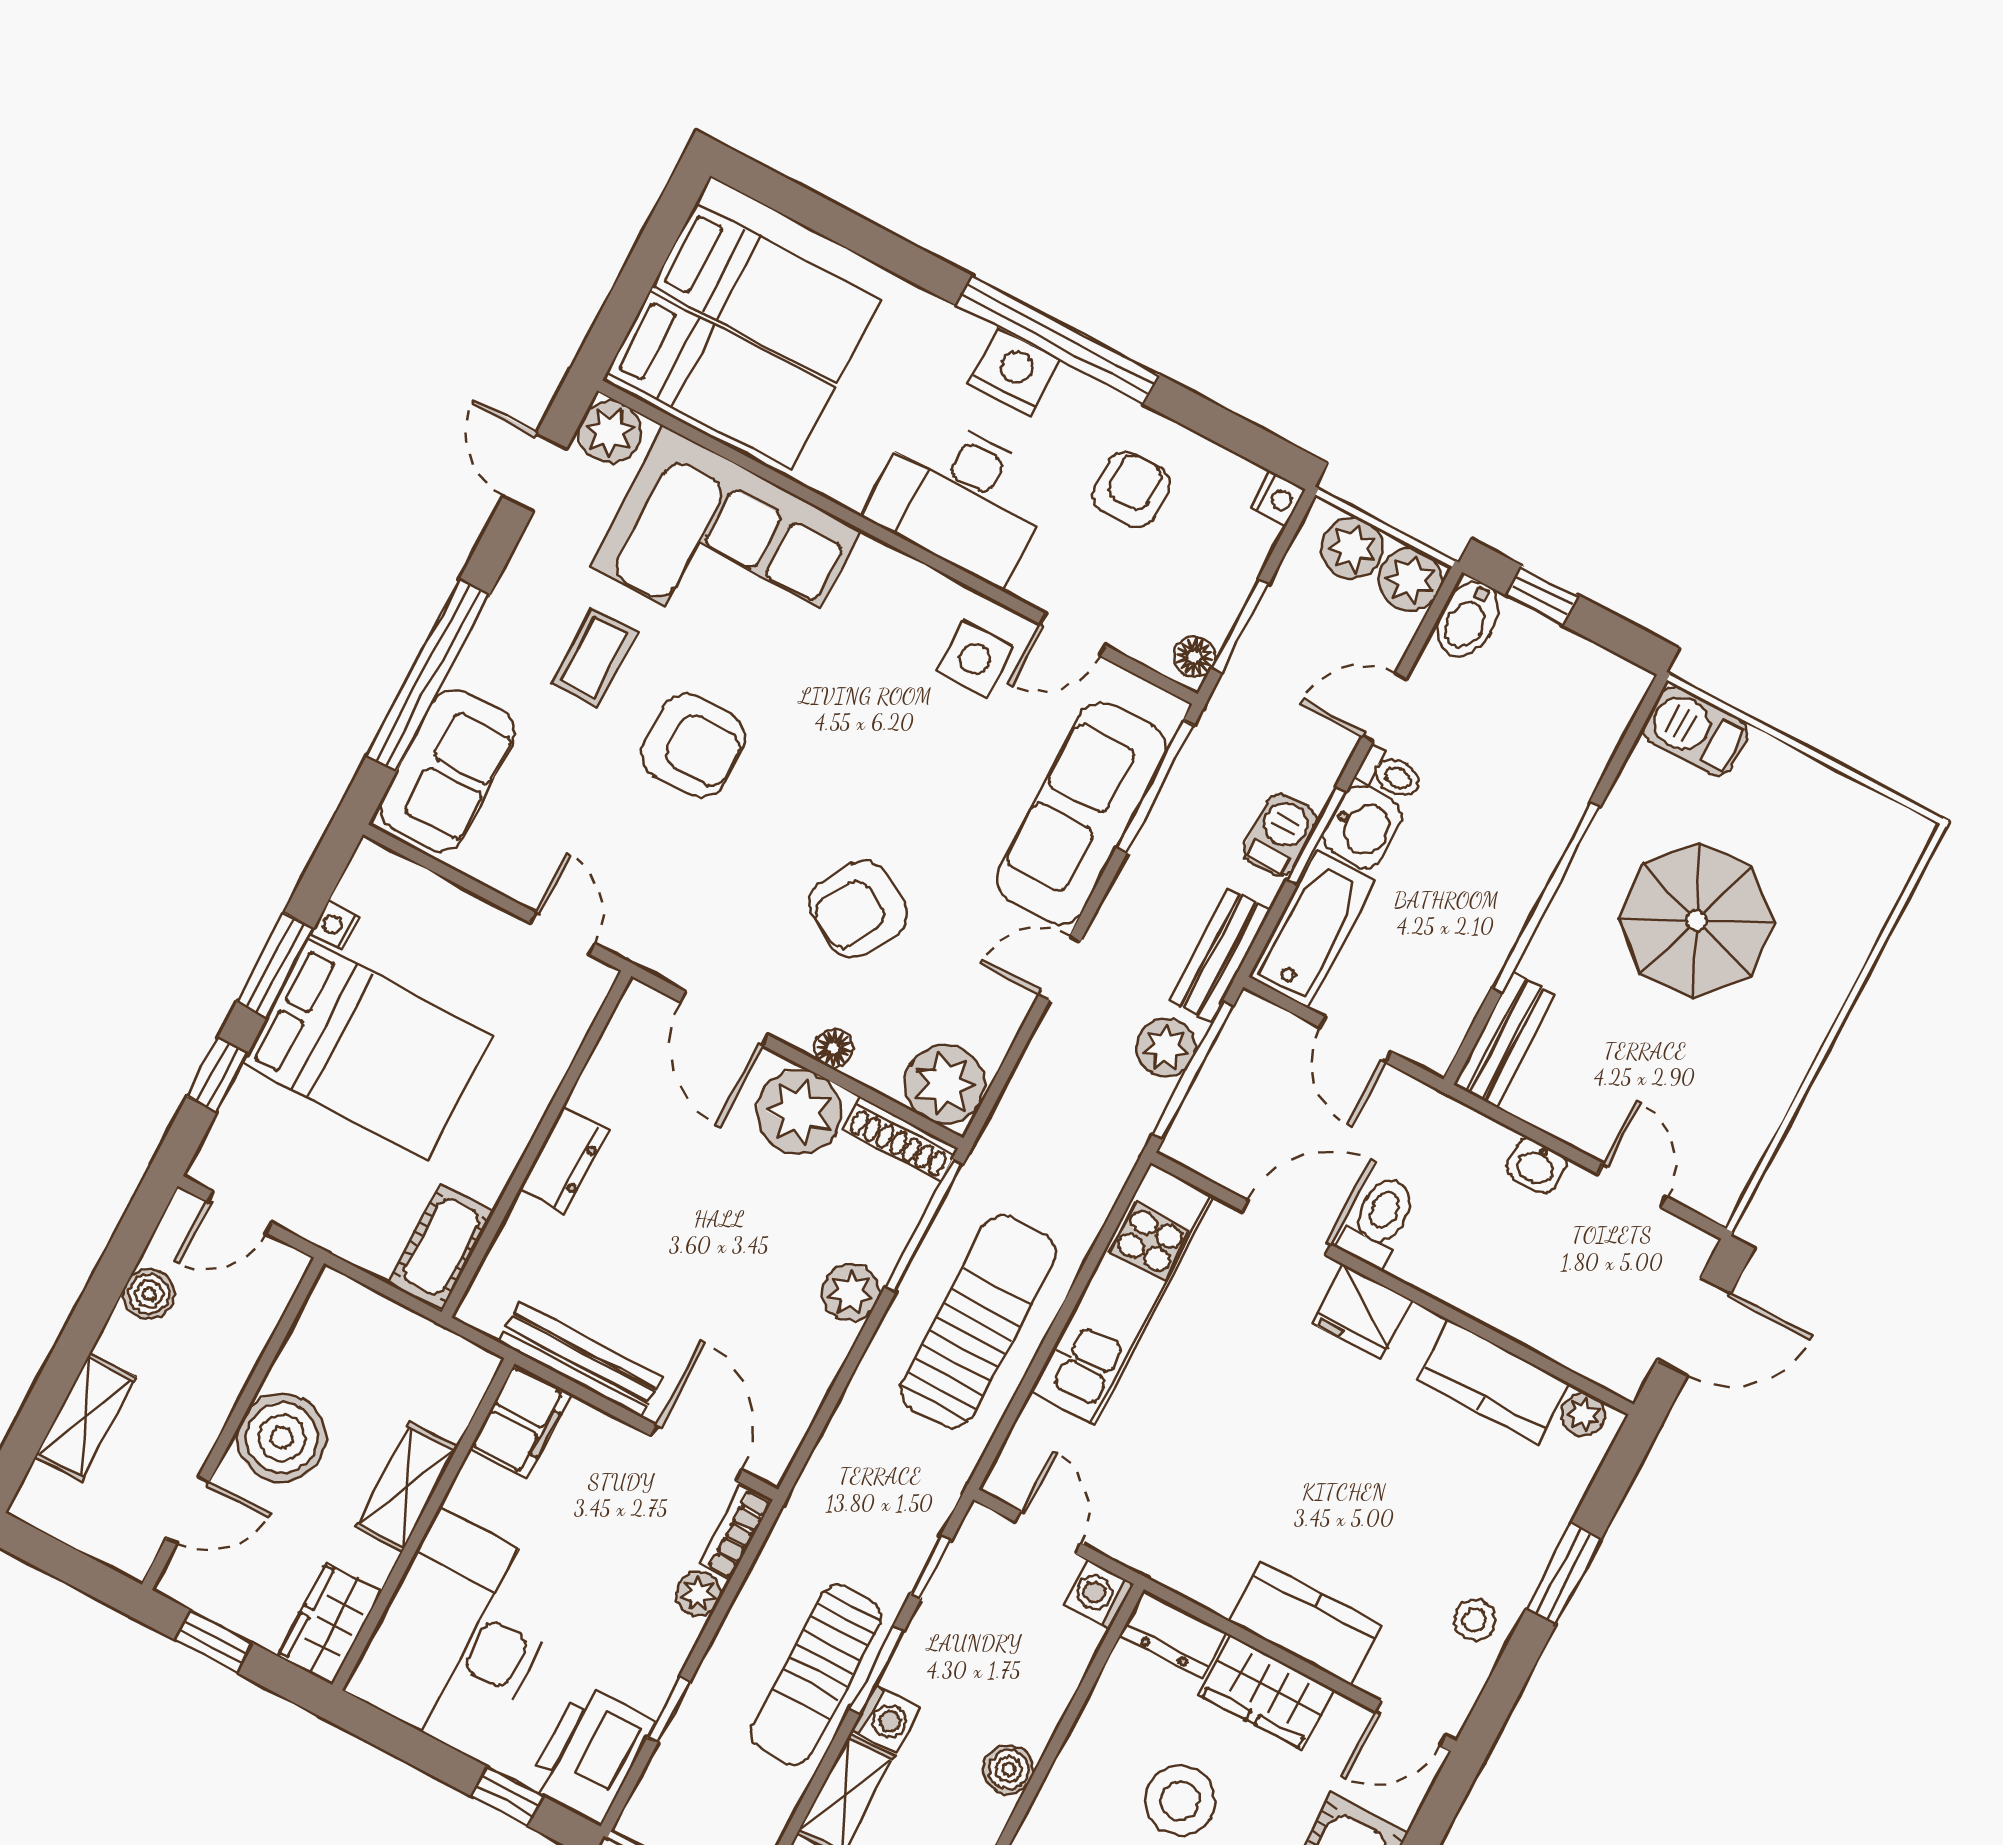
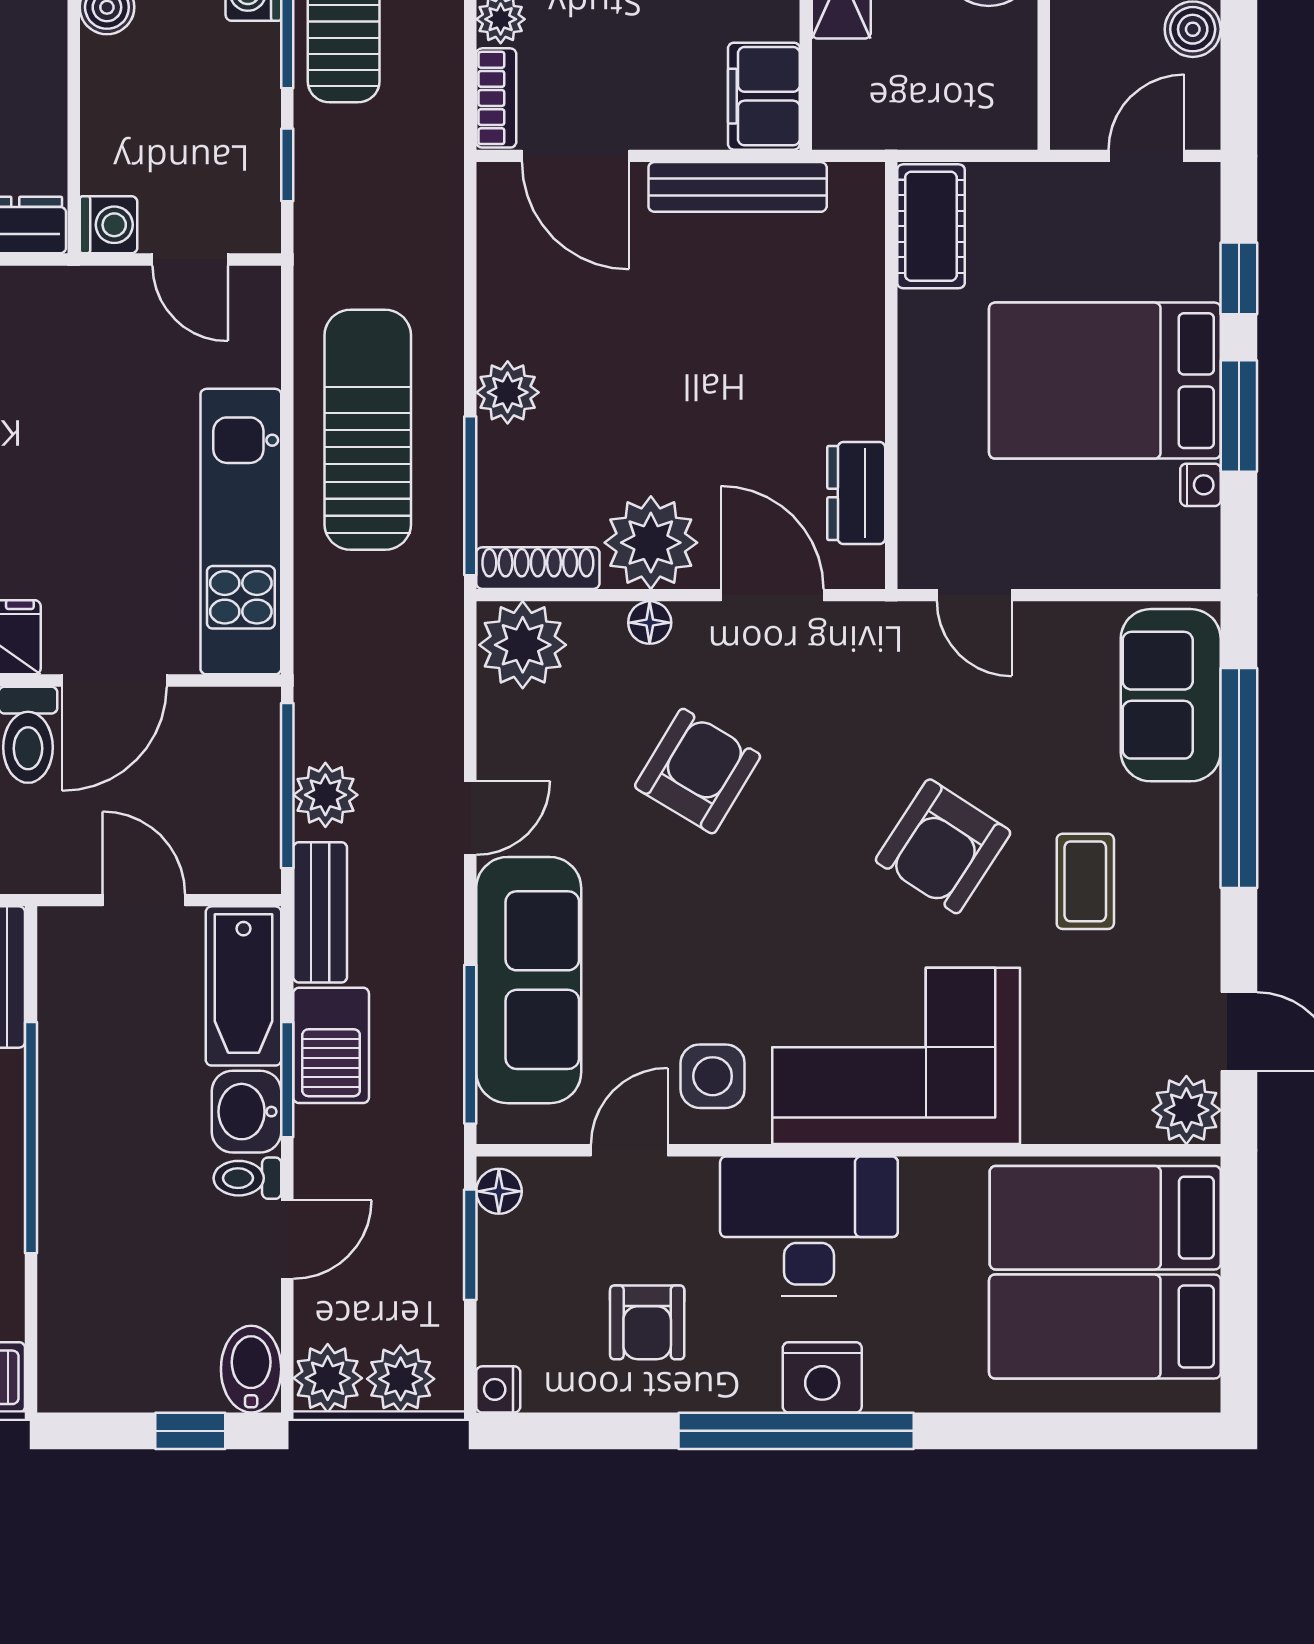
corner sofa: (725, 548) -> (896, 1056), moved
armchair: (693, 745) -> (943, 846), turned -57
barbecue: (1280, 835) -> (331, 1045), width x1.38, depth x1.27
dresser: (564, 1160) -> (856, 493), moved
sun lounger: (978, 1321) -> (368, 430), turned 180

